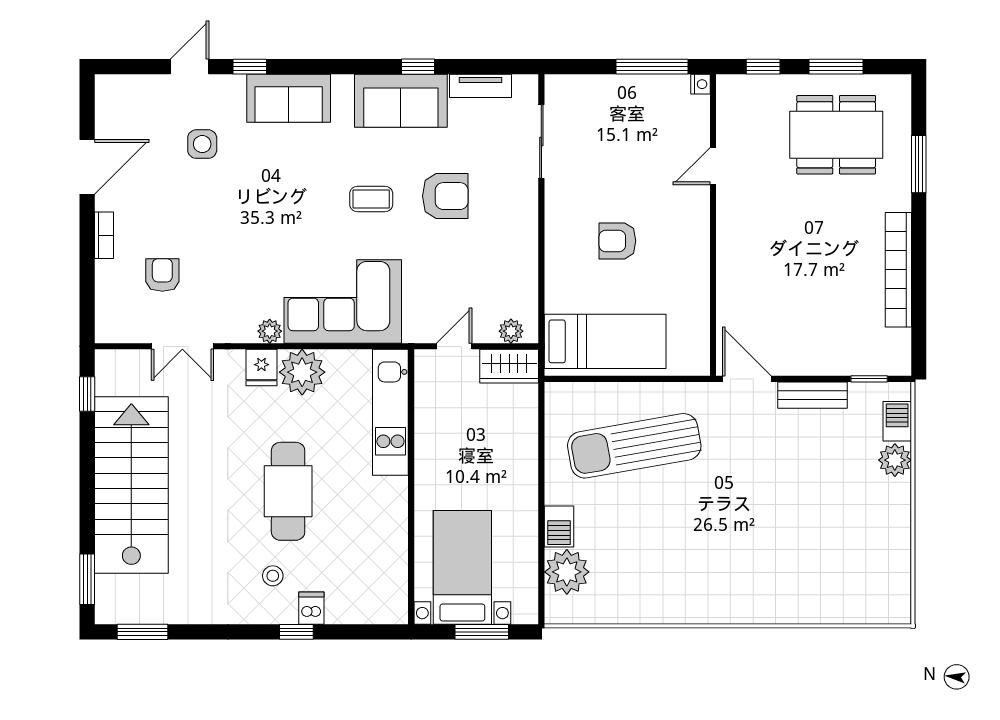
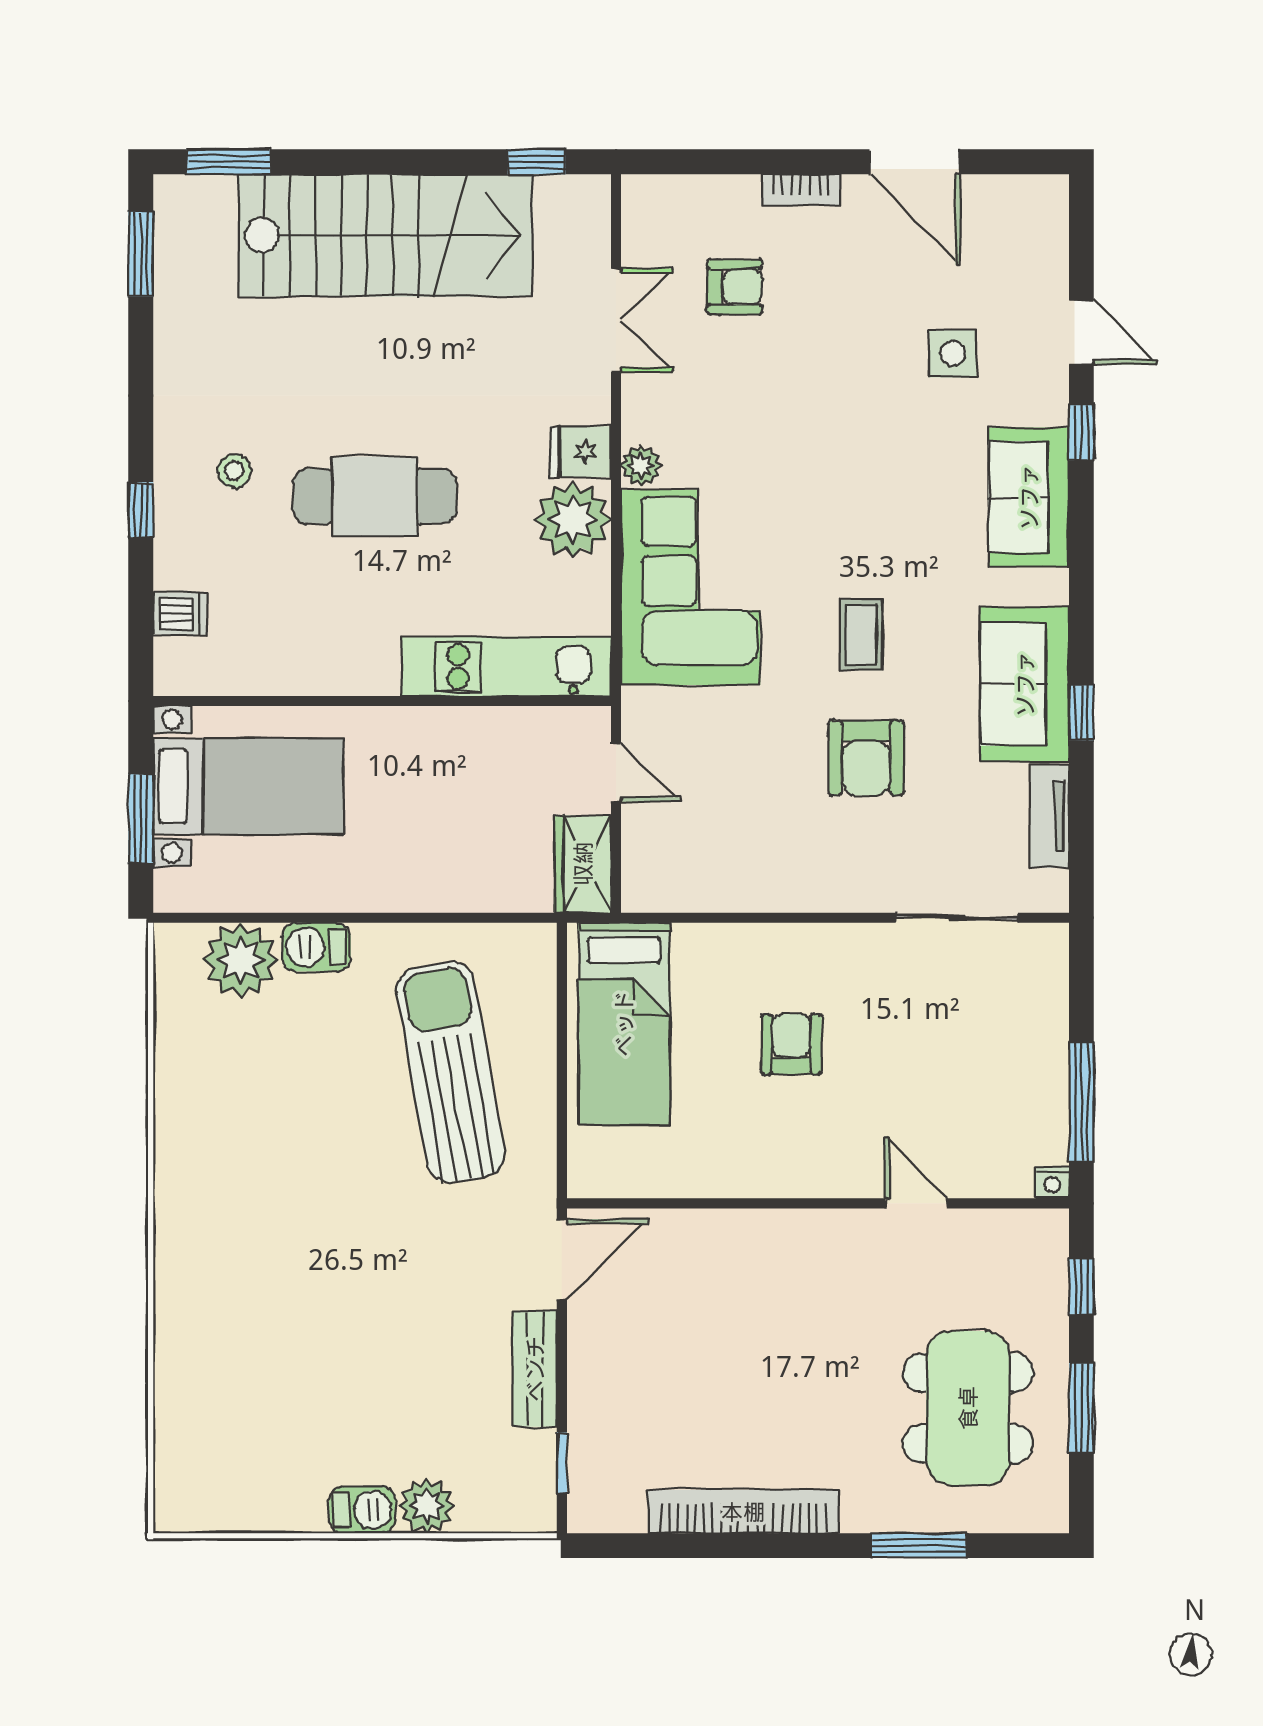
plant: (511, 331) -> (641, 867), removed
double door: (182, 346) -> (616, 320), swing flipped
barbecue: (897, 421) -> (362, 1510), moved
dishwasher: (311, 608) -> (180, 614), moved

